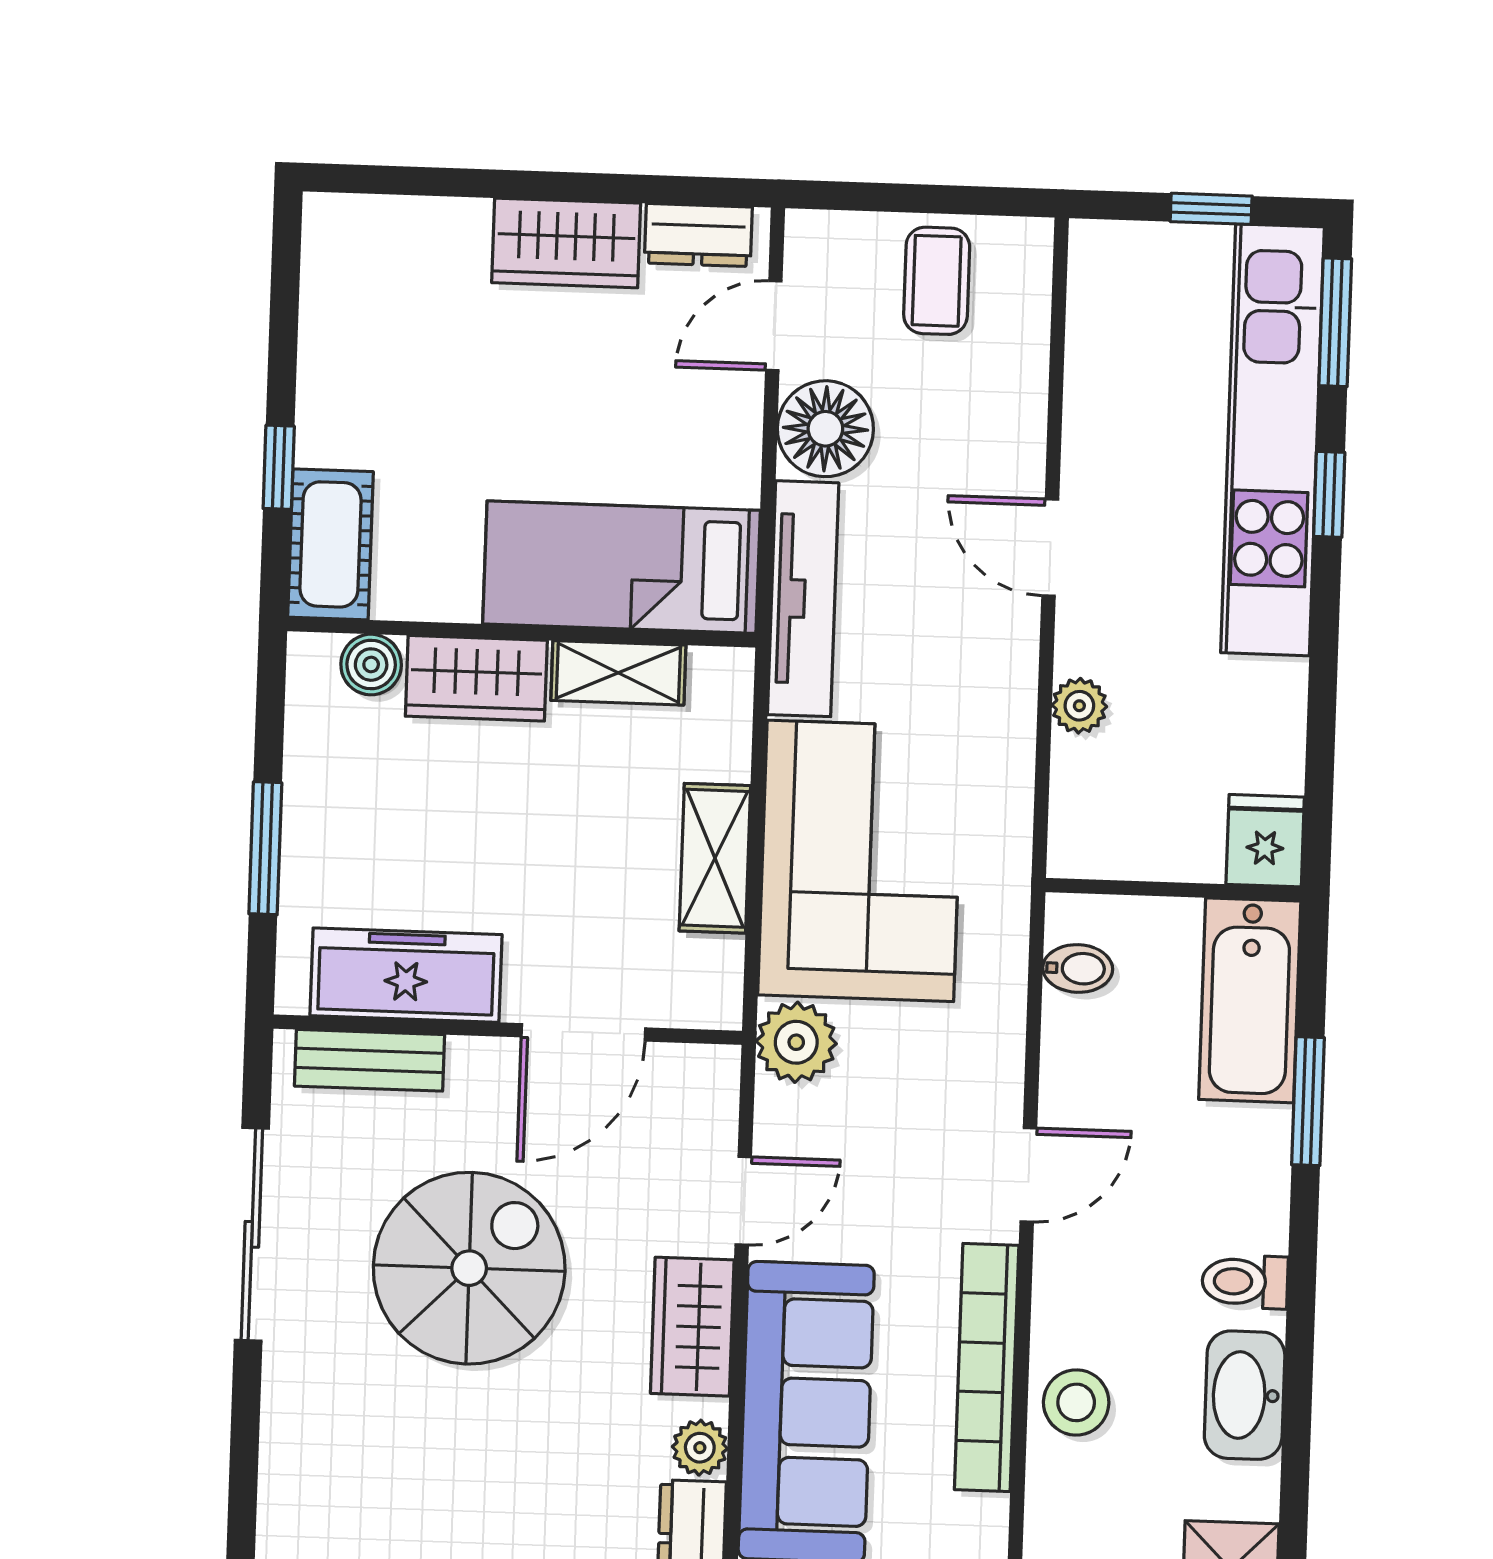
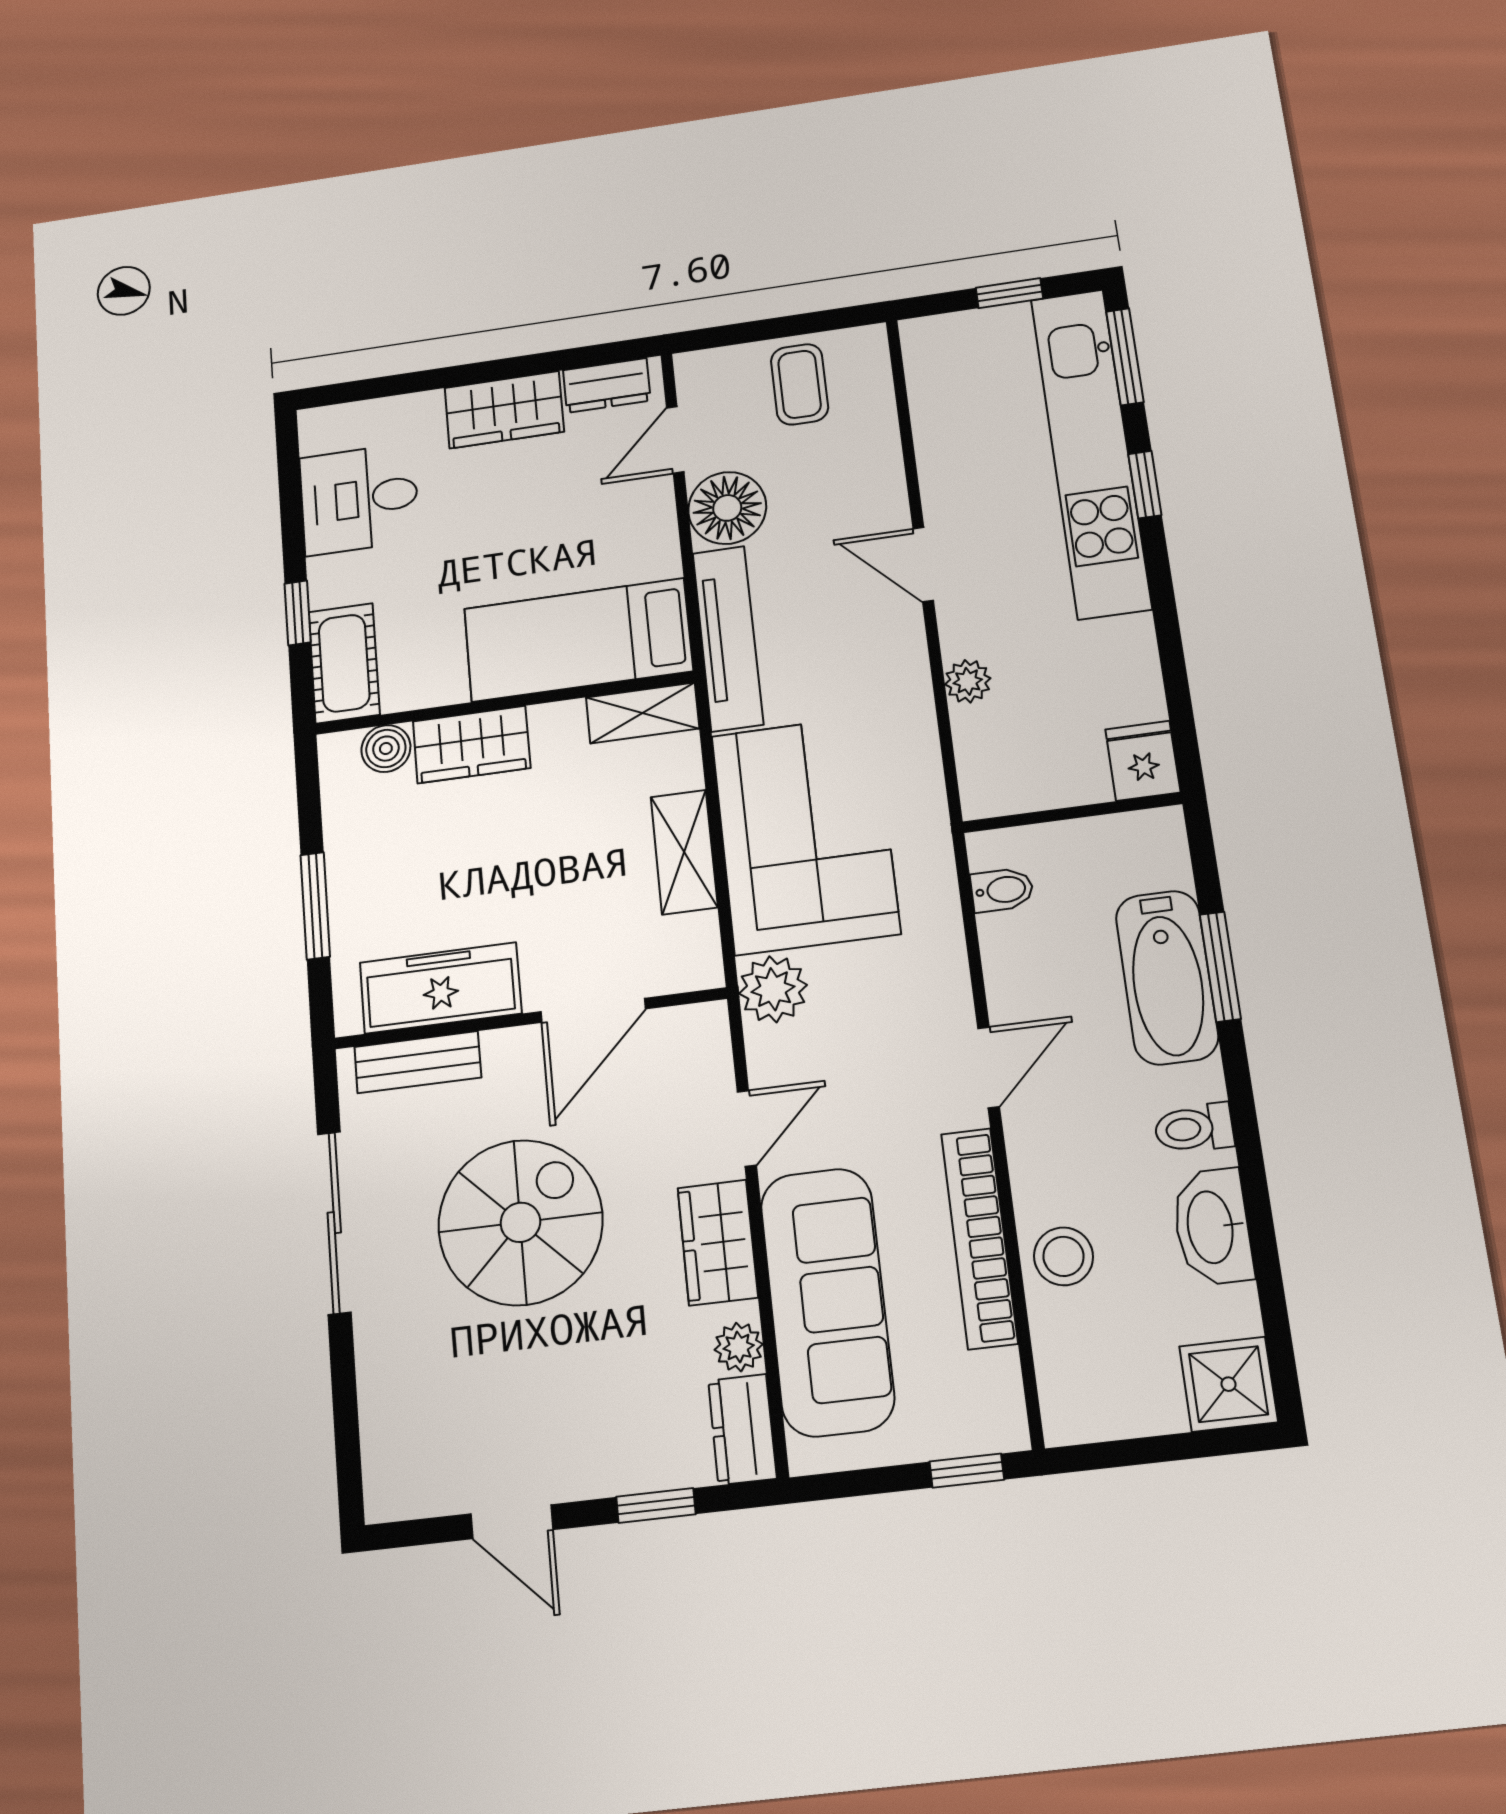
desk: (371, 329) -> (359, 499), added
shelving: (618, 673) -> (643, 713), moved
bathtub: (1250, 1000) -> (1167, 977), moved

